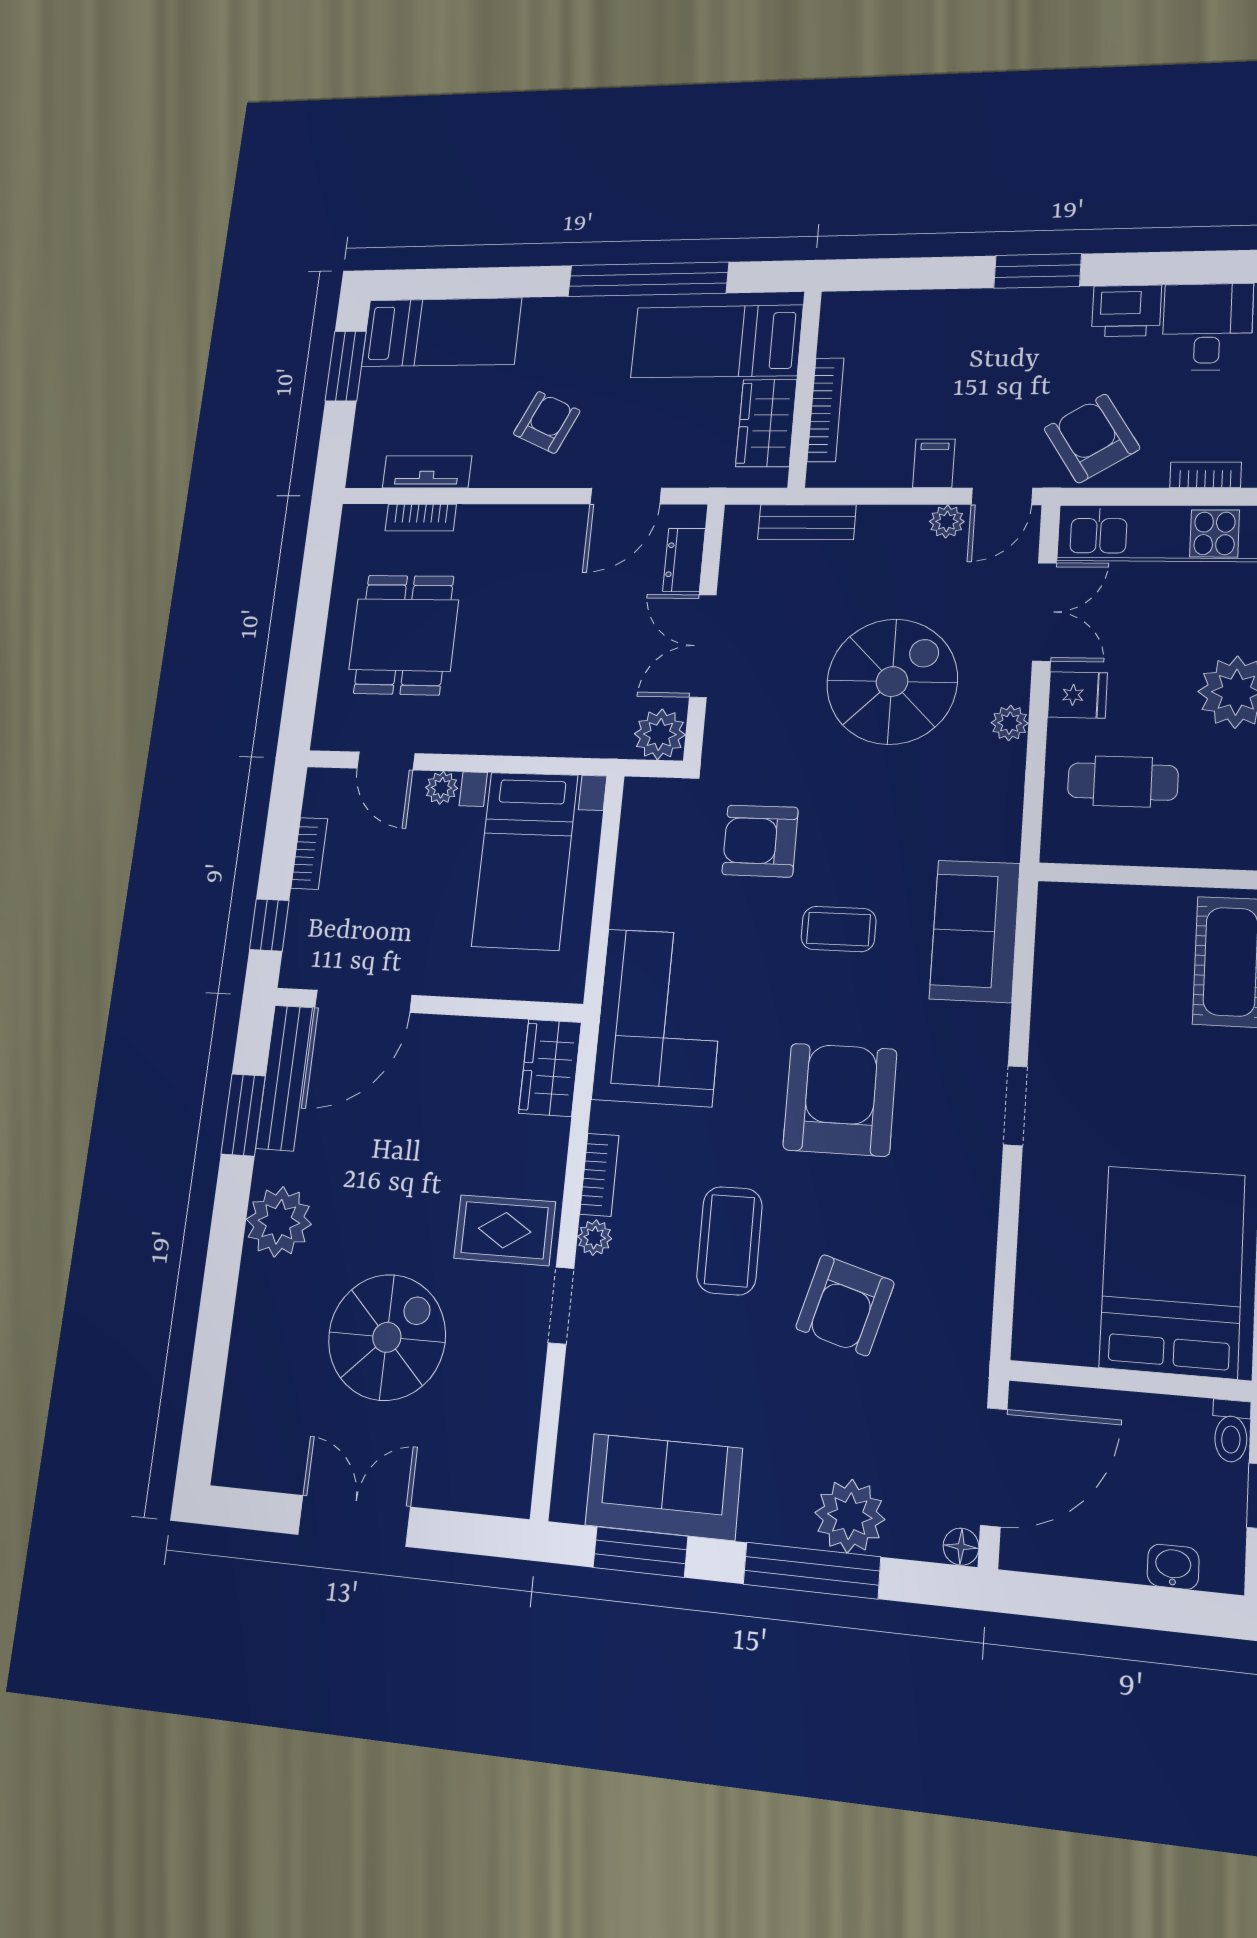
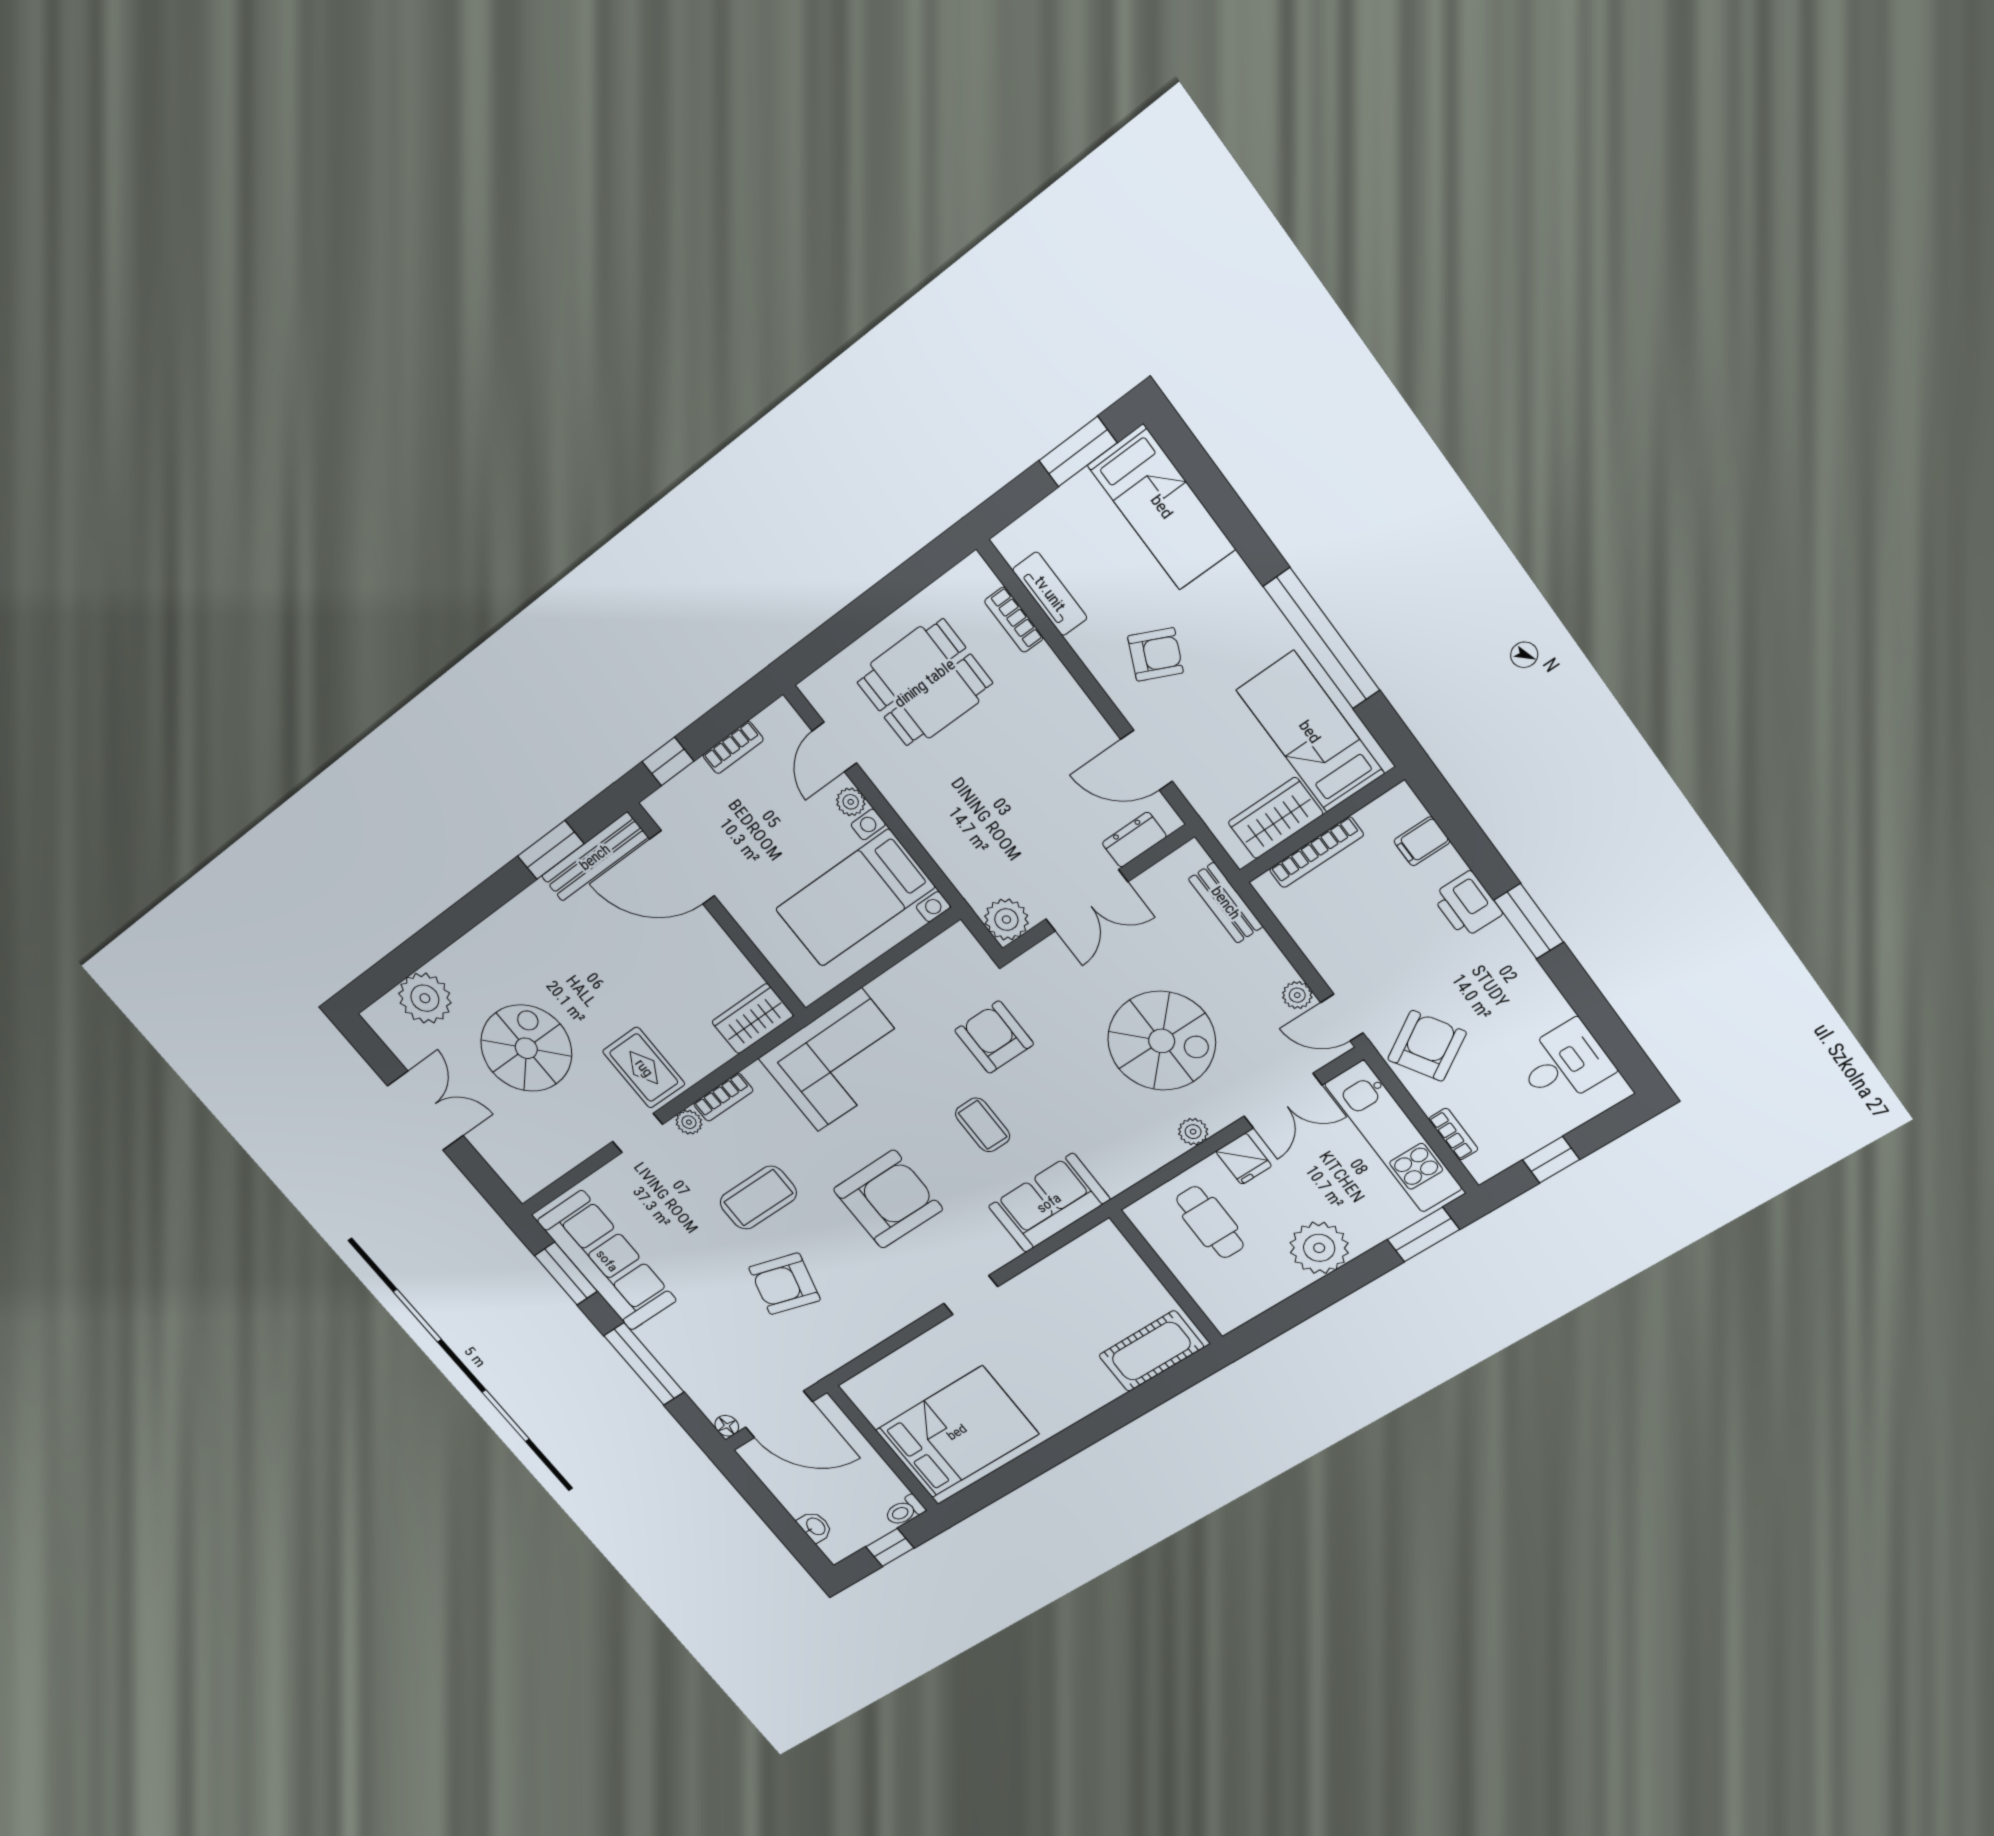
printer: (1126, 311) -> (1467, 905), moved
filing cabinet: (934, 463) -> (1422, 841), moved, turned 180
double door: (703, 646) -> (1087, 900), swing flipped
plant: (279, 1222) -> (425, 998), moved
spiral stairs: (387, 1337) -> (526, 1048), turned -90
sofa: (664, 1487) -> (607, 1261), width x1.36
plant: (850, 1516) -> (687, 1363), removed

